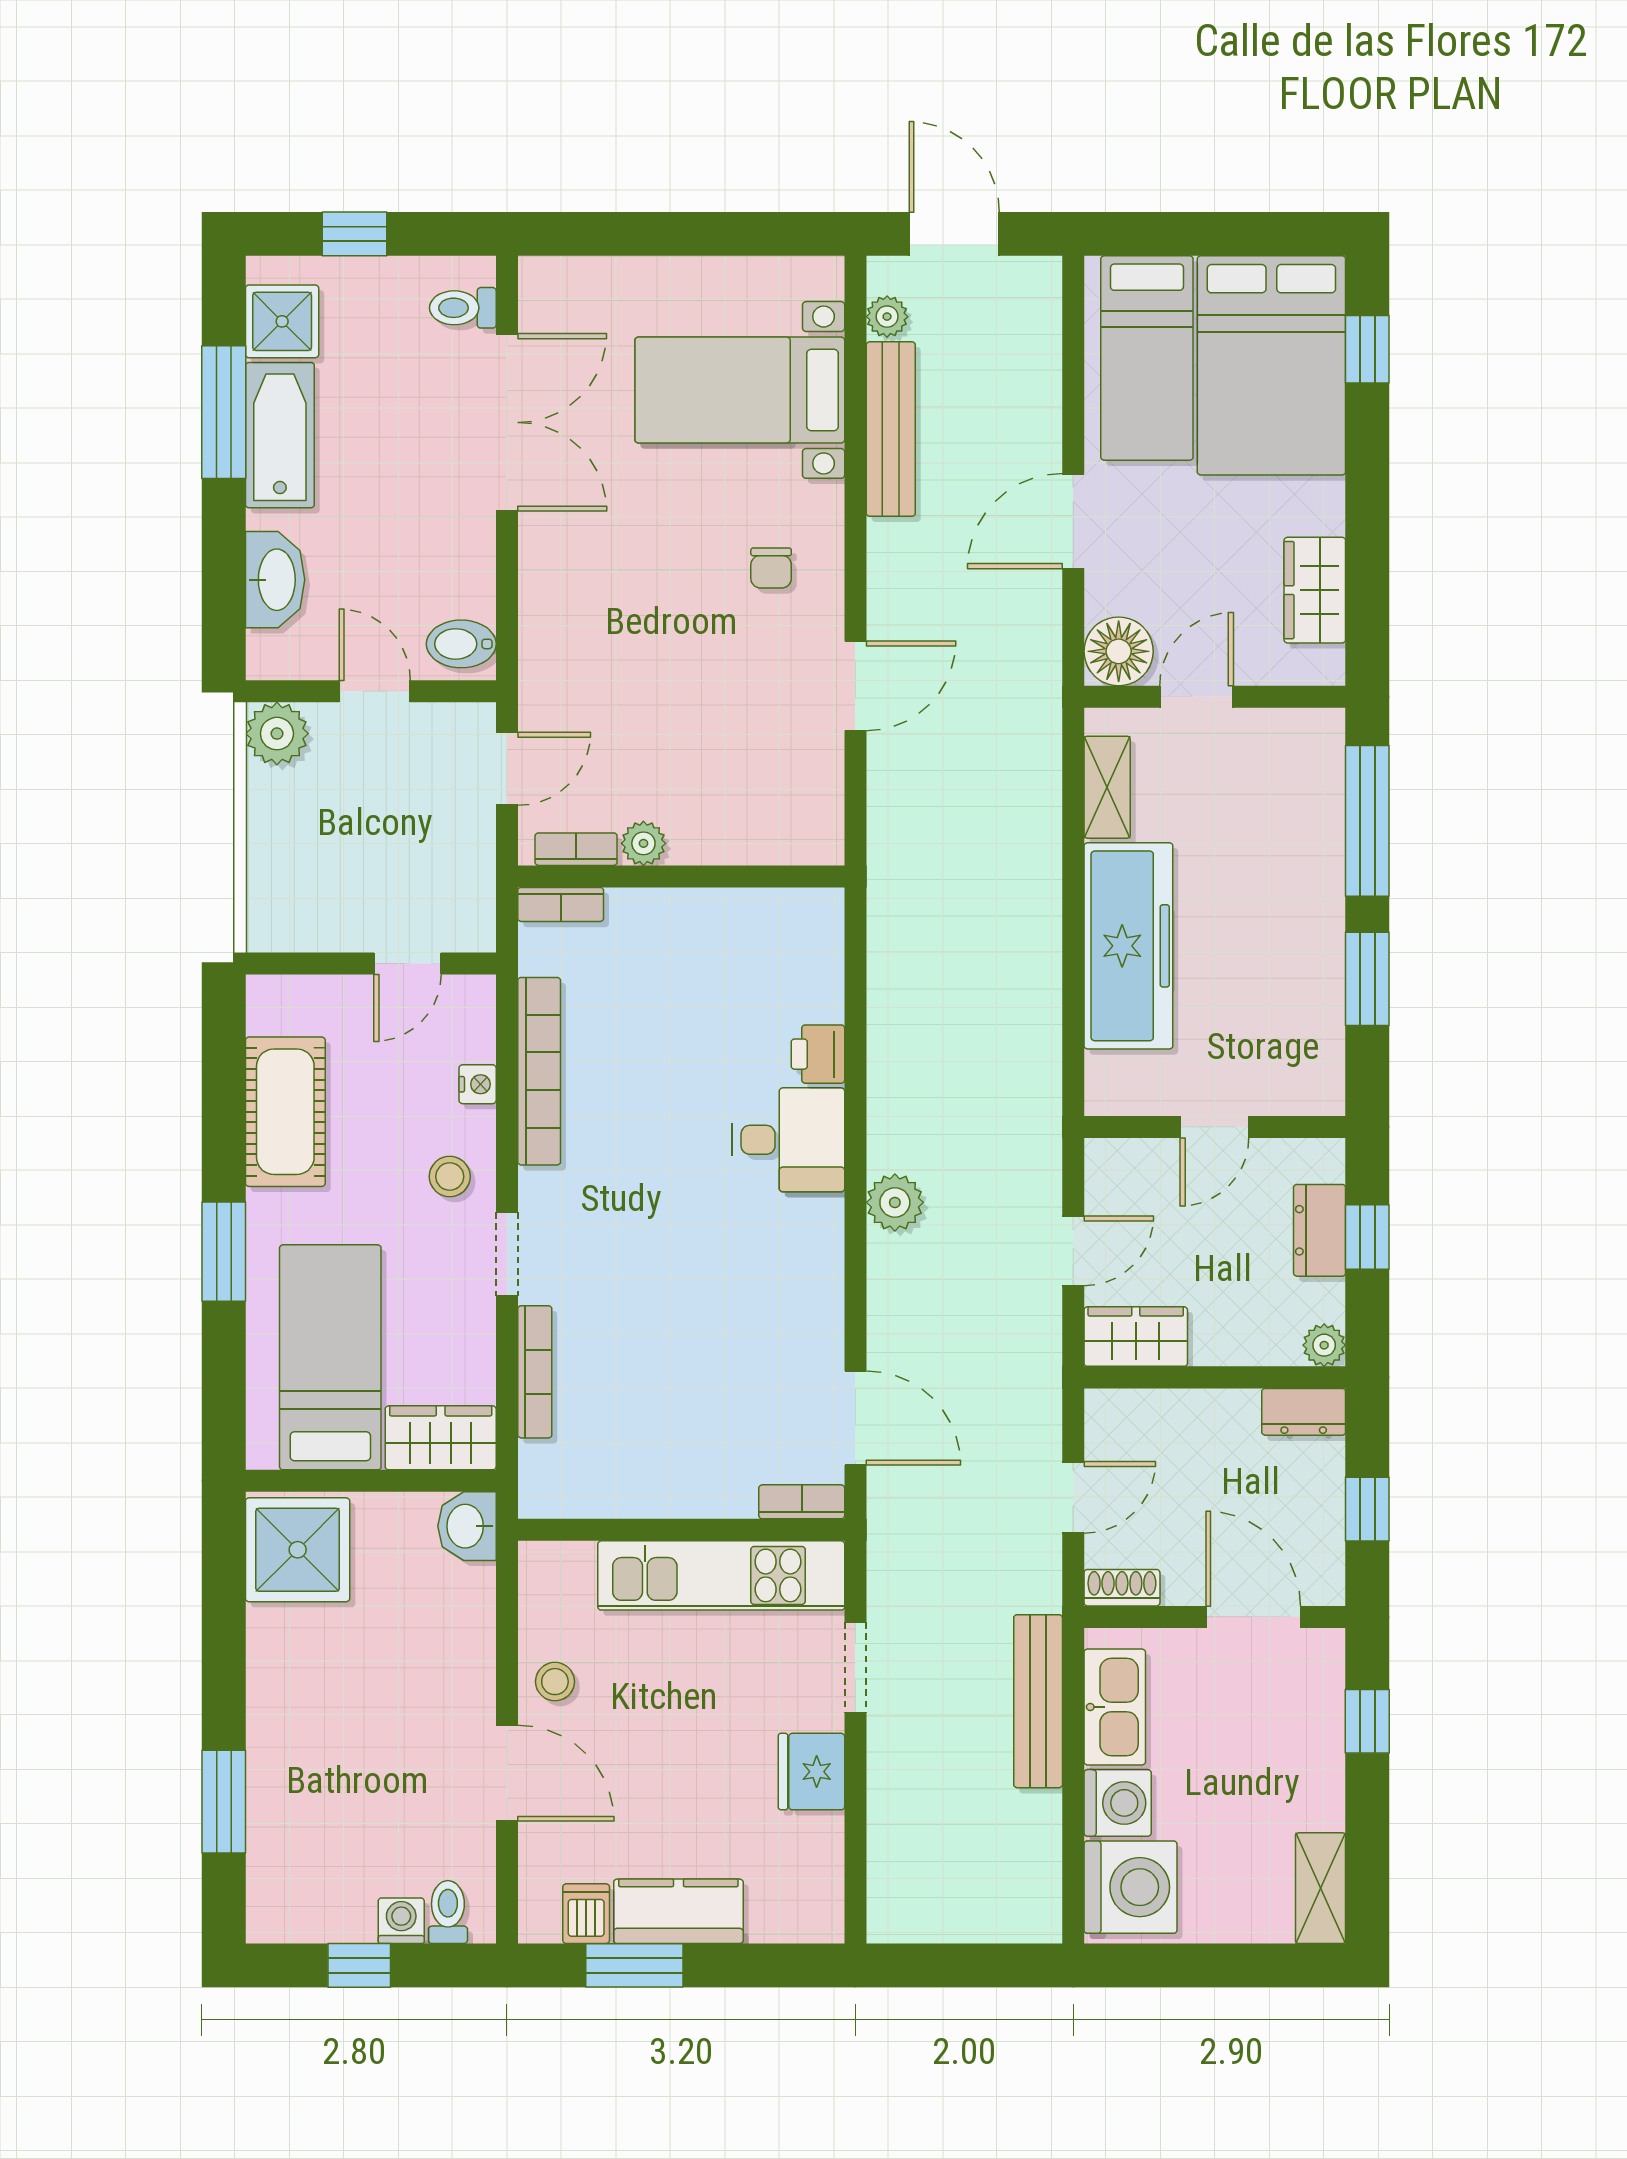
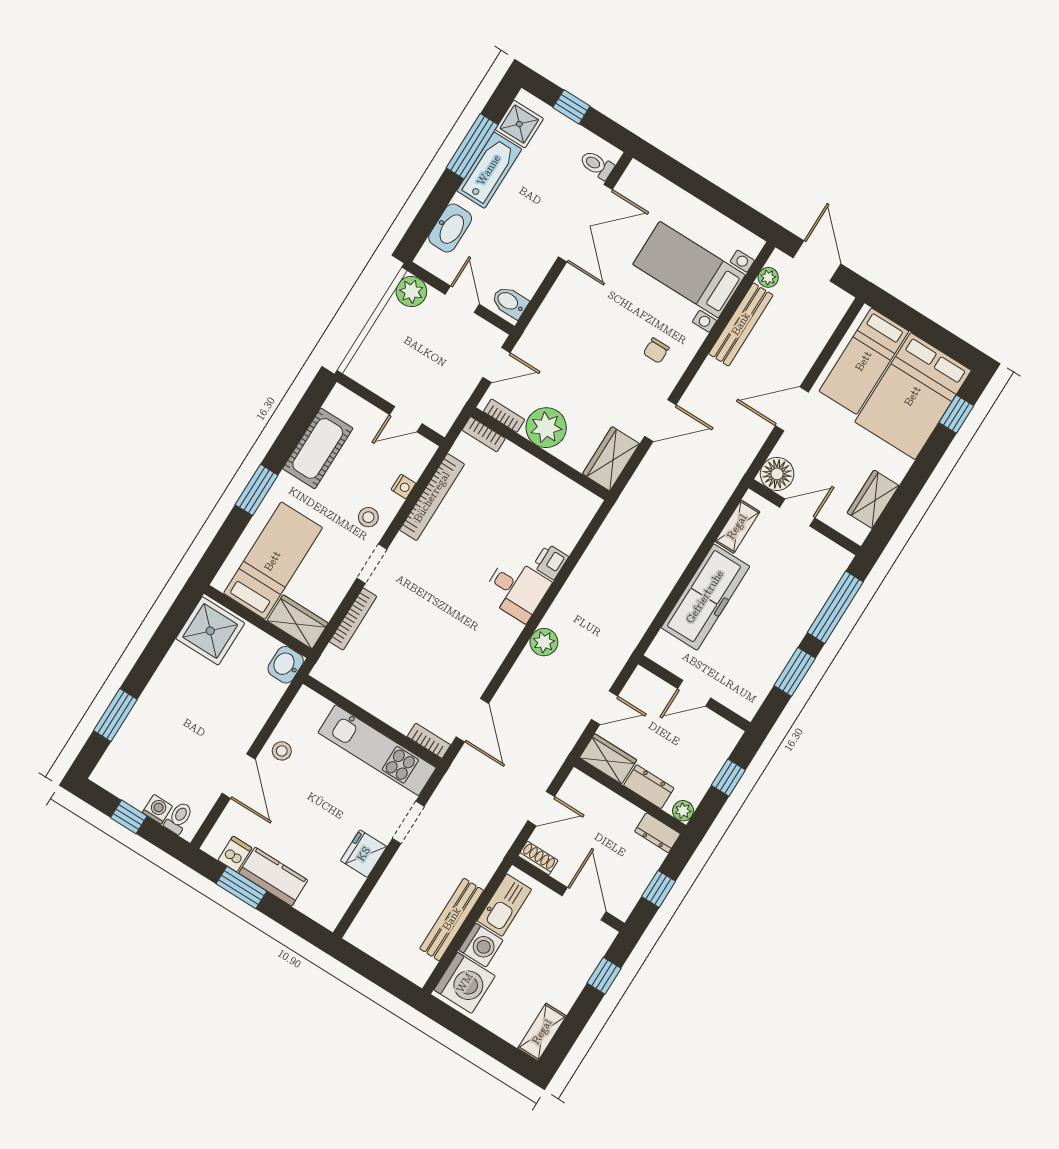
wardrobe: (811, 807) -> (611, 459), added
plant: (643, 843) -> (546, 428), width x1.88, depth x1.88
dresser: (1320, 1230) -> (649, 787), moved, turned 90
bench: (1038, 1701) -> (452, 919), moved

